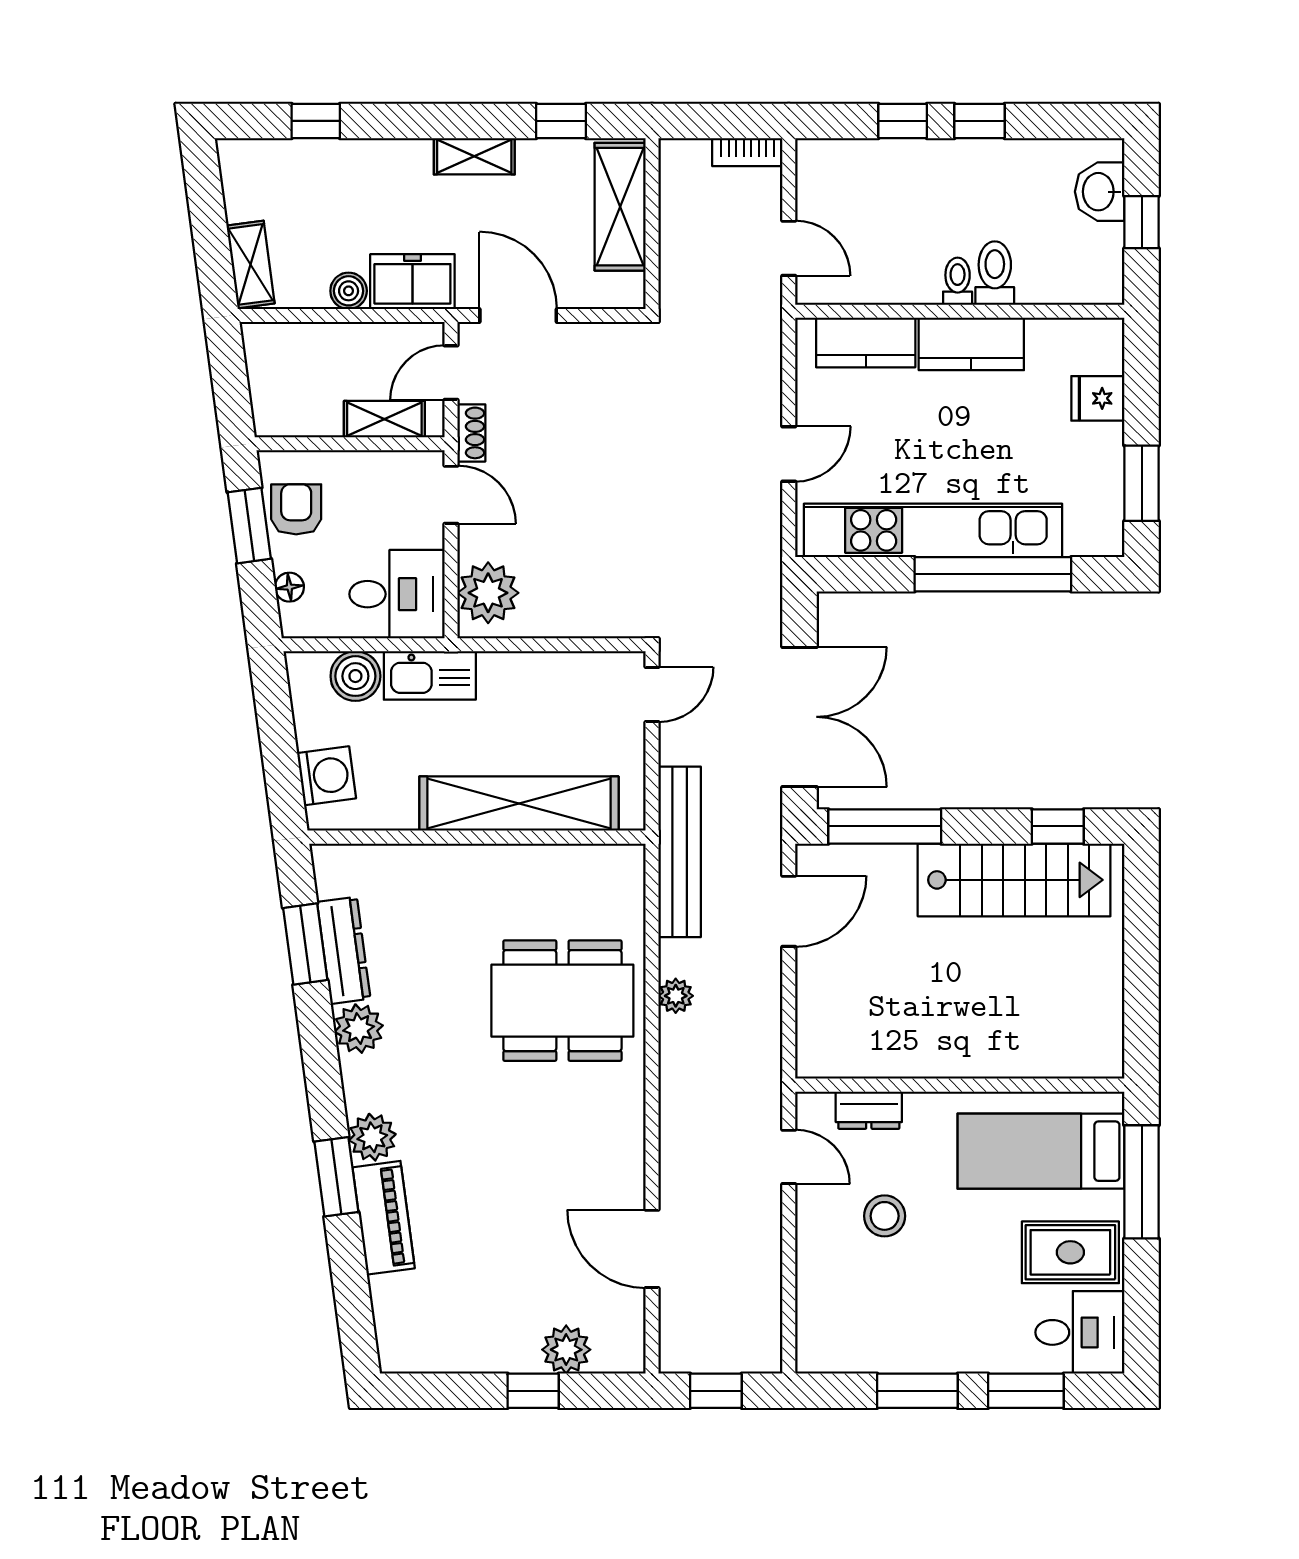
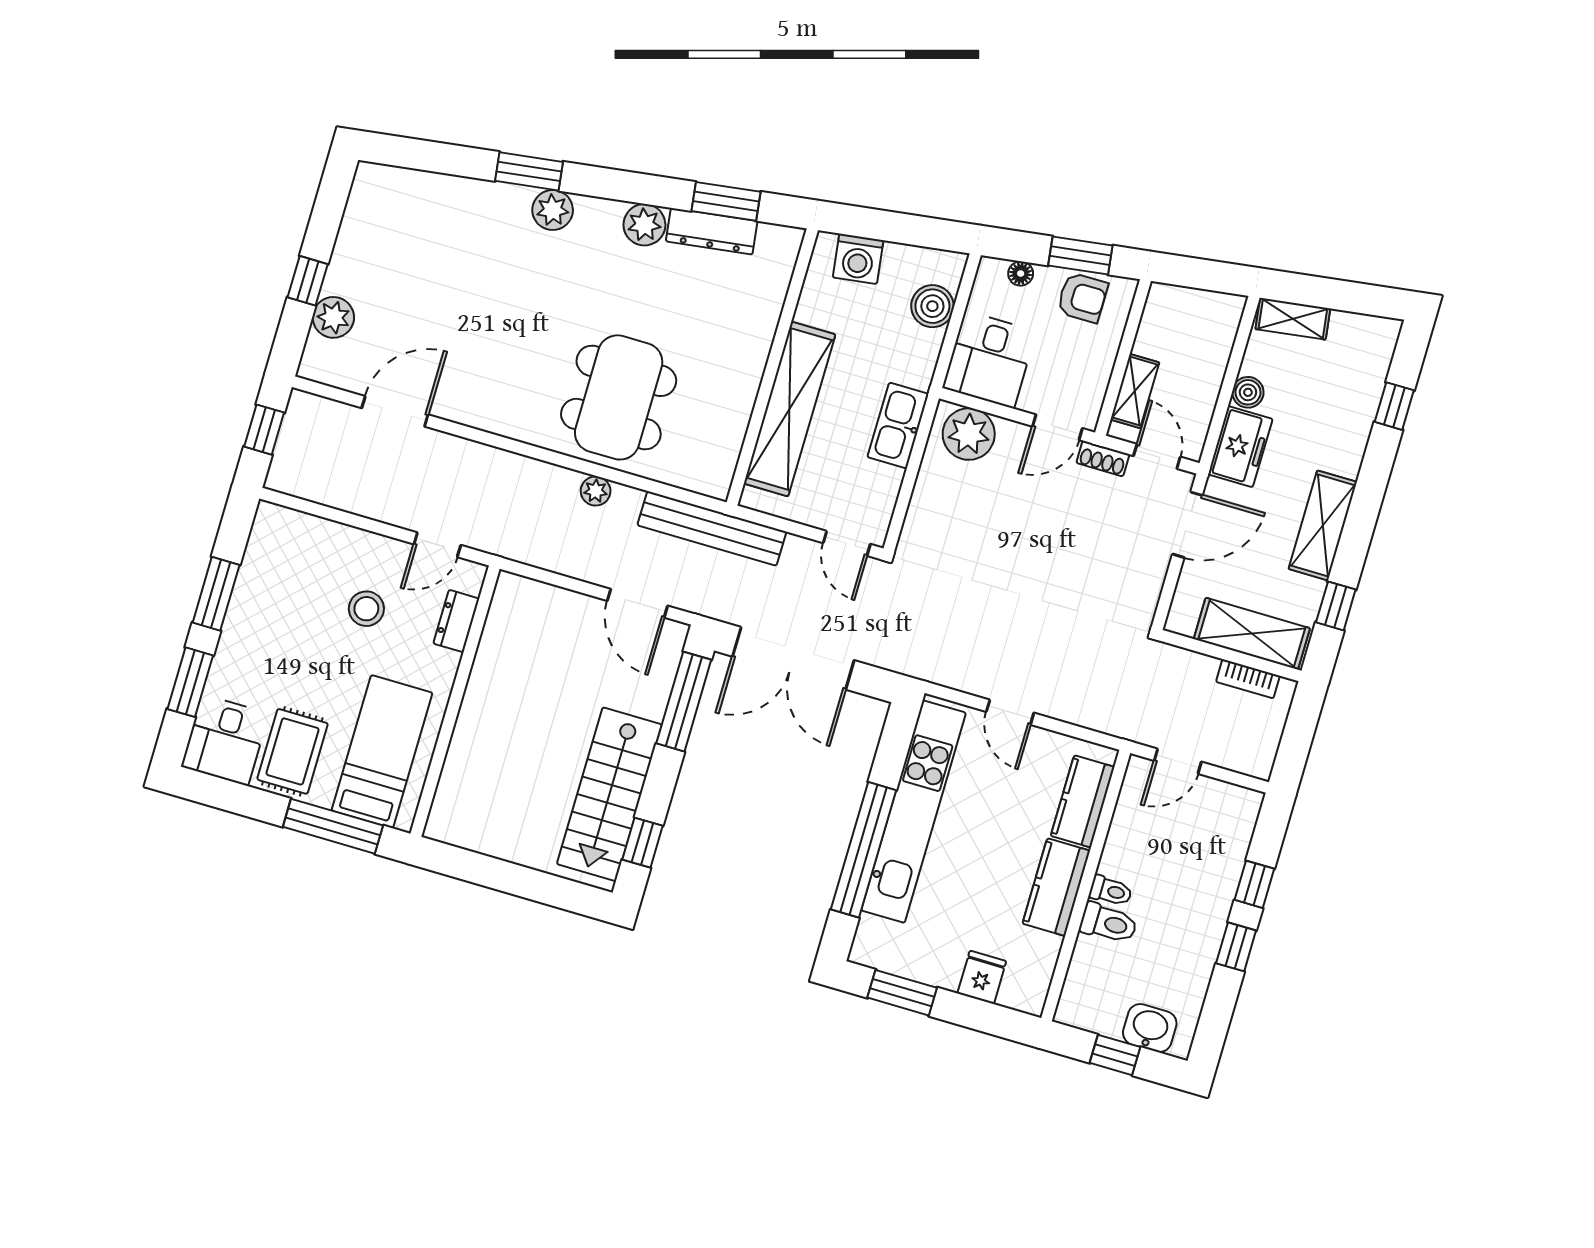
bookcase: (747, 152) -> (1248, 679), moved, turned -90
shelving: (474, 156) -> (1323, 525), width x1.50, depth x1.33
kitchen sink: (430, 675) -> (898, 426), moved
piano: (384, 1218) -> (484, 200), removed

